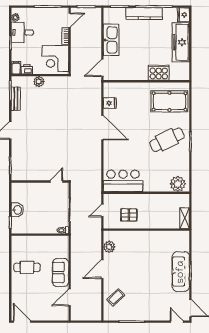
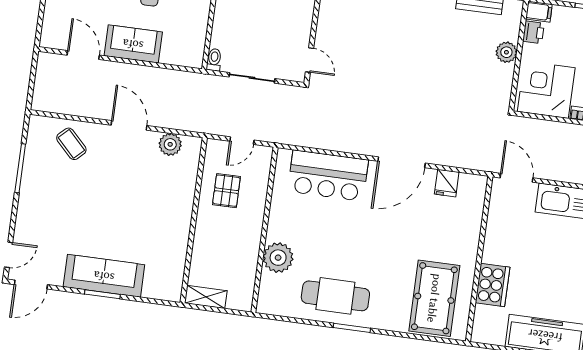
cafe table: (167, 140) -> (335, 296), moved, turned -64
bar counter: (123, 181) -> (328, 176), moved, turned 90
plant: (178, 184) -> (278, 258), moved
door: (102, 210) -> (242, 141), swing flipped

